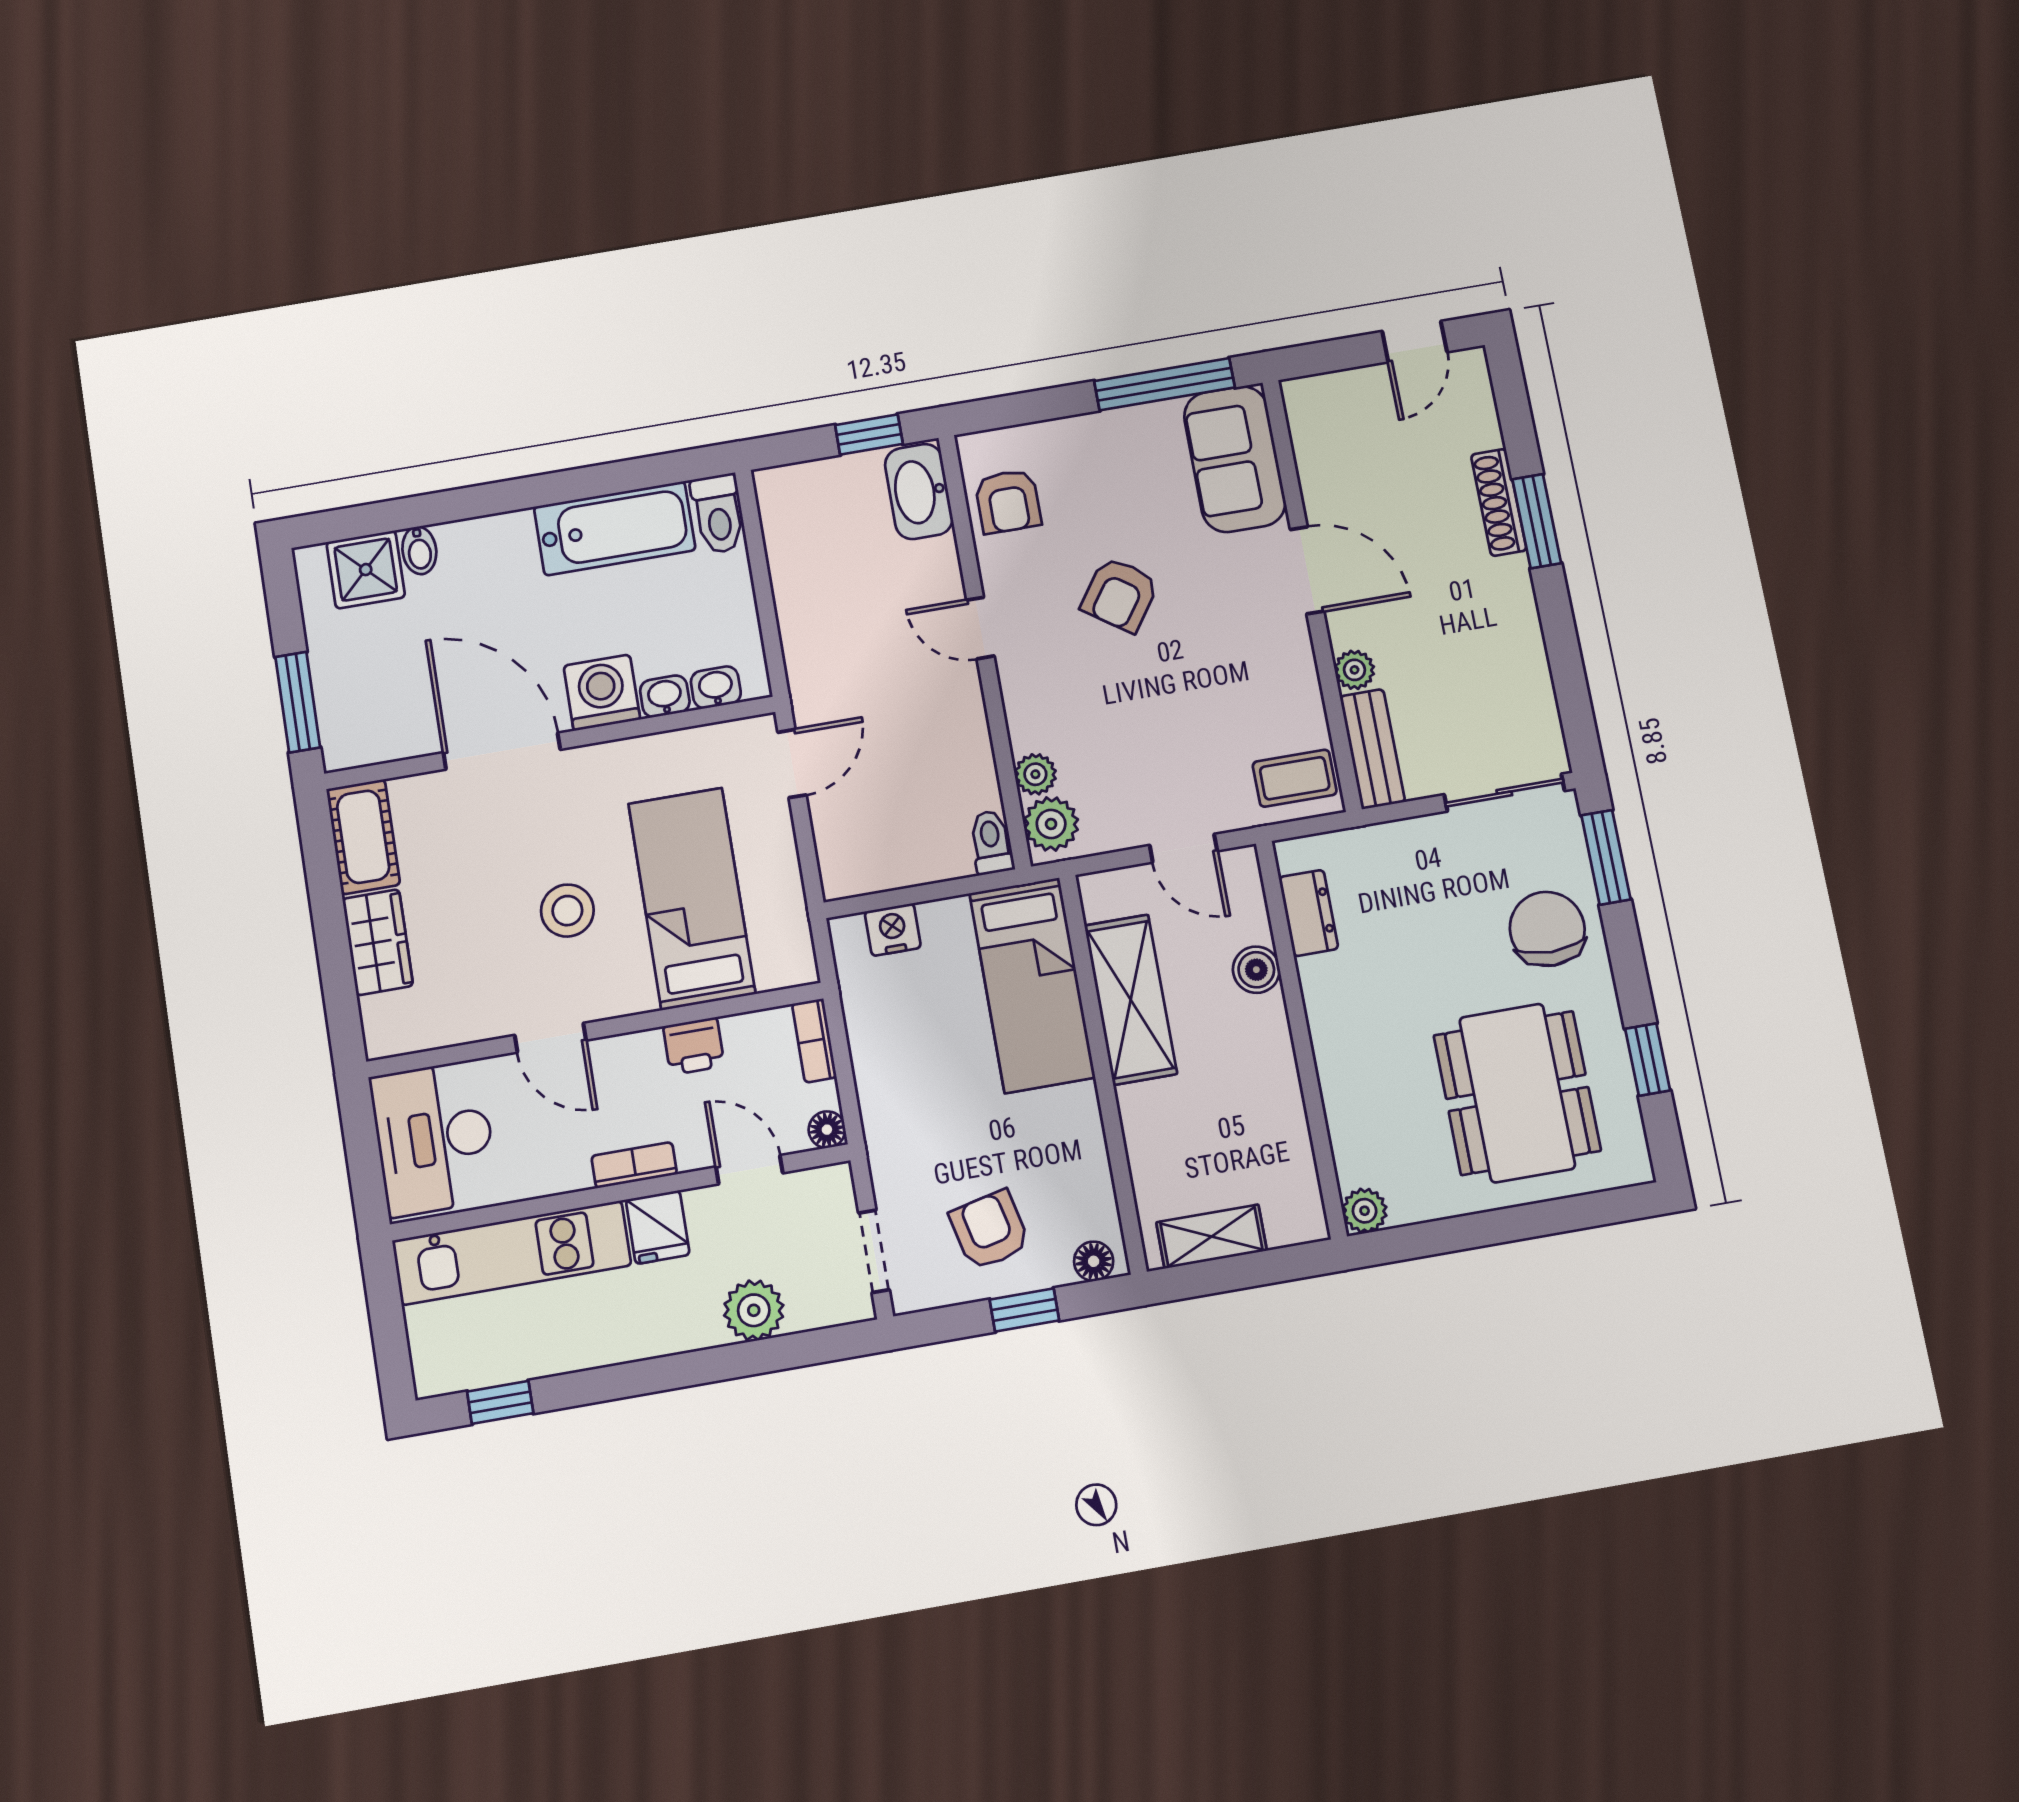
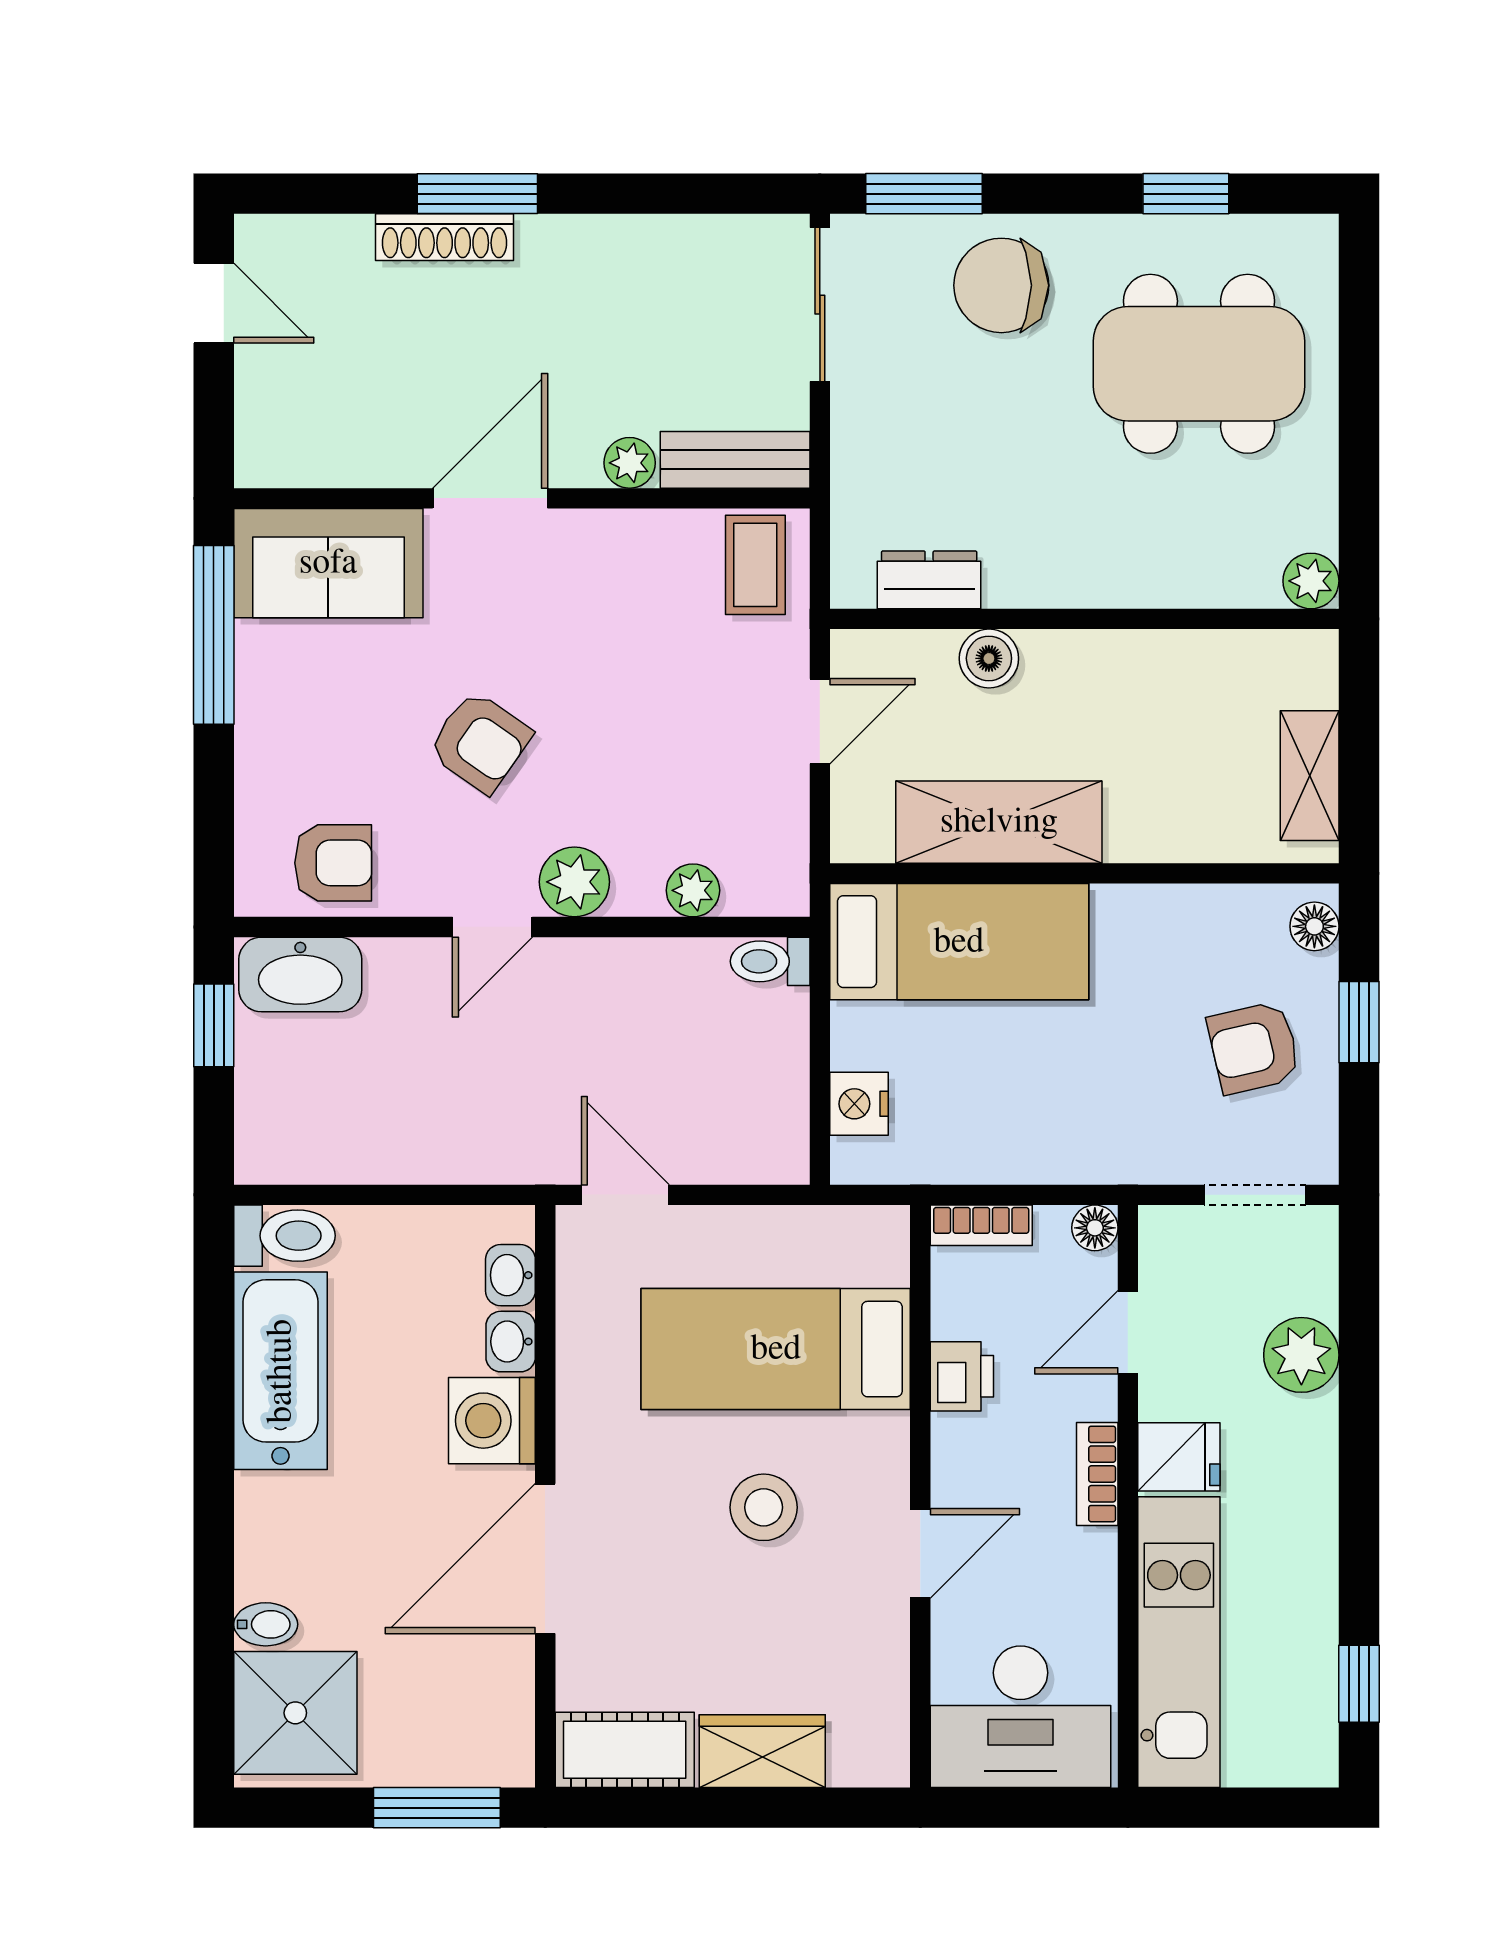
shower: (366, 570) -> (295, 1713), width x1.36, depth x1.36
plant: (1051, 824) -> (574, 882), moved

